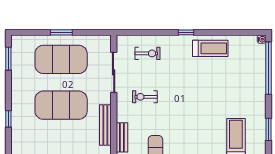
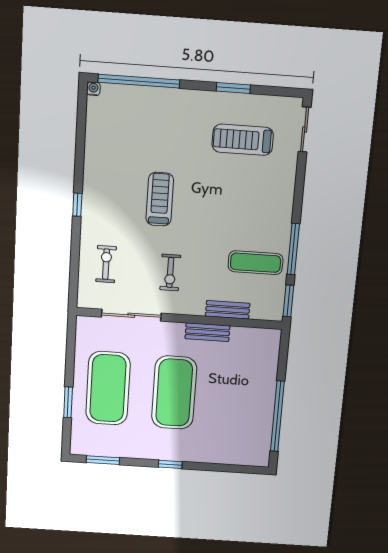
window: (61, 32) -> (68, 402), moved
treadmill: (210, 48) -> (160, 199), moved
window: (8, 119) -> (170, 464), moved
bench: (105, 125) -> (207, 332), width x0.73

